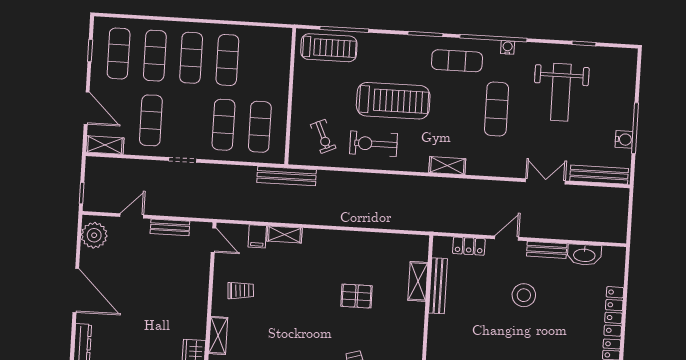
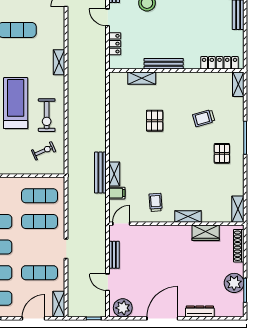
bench: (287, 176) -> (100, 173), moved
bench: (438, 286) -> (164, 64), moved

